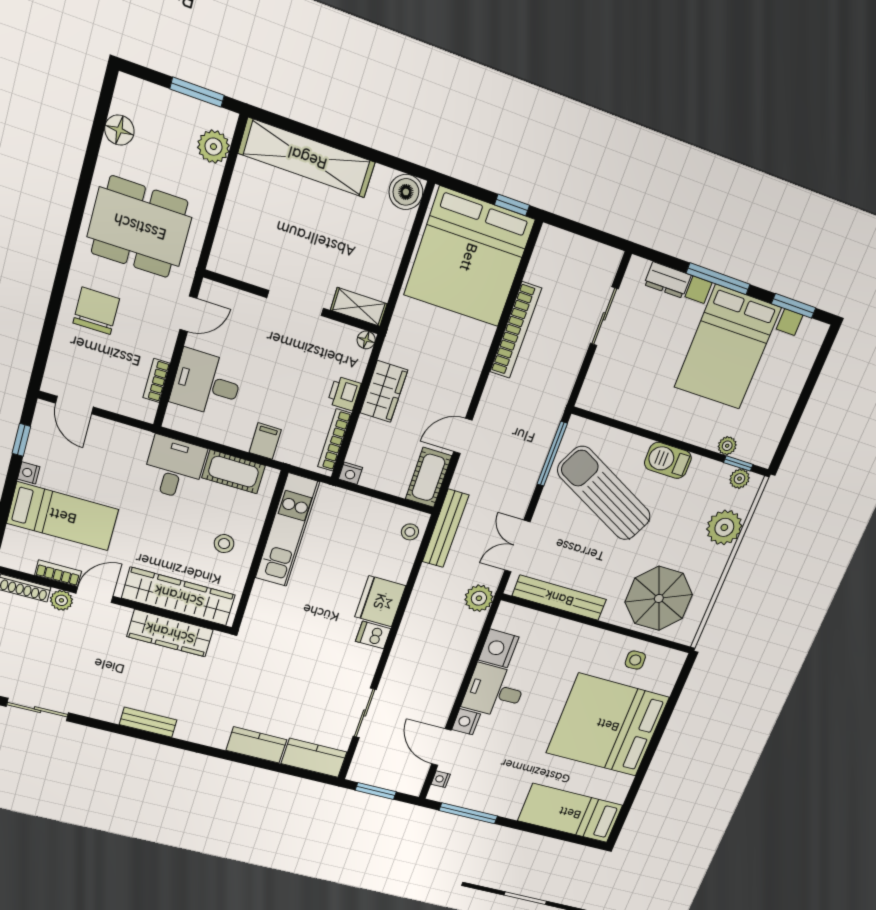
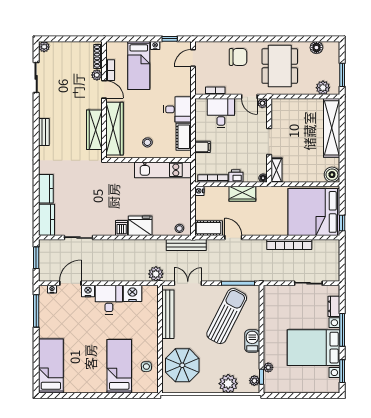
plant: (210, 291) -> (262, 103), added
bed: (608, 725) -> (119, 366), width x0.49

